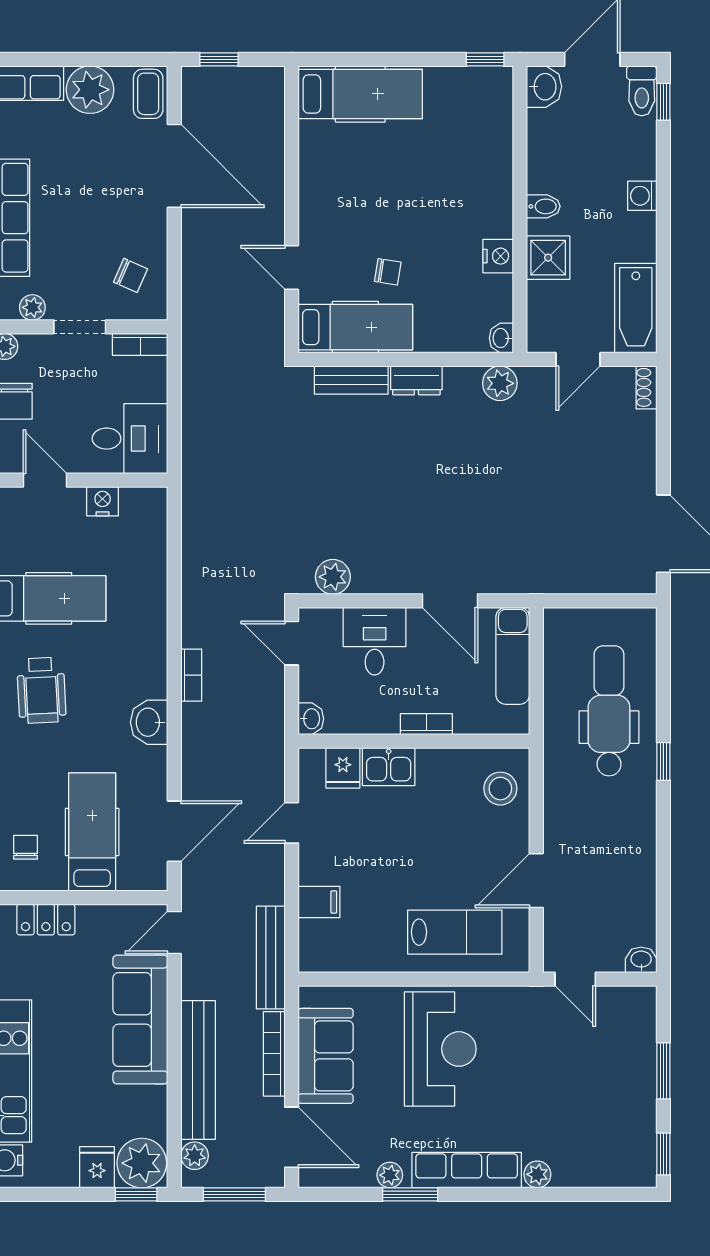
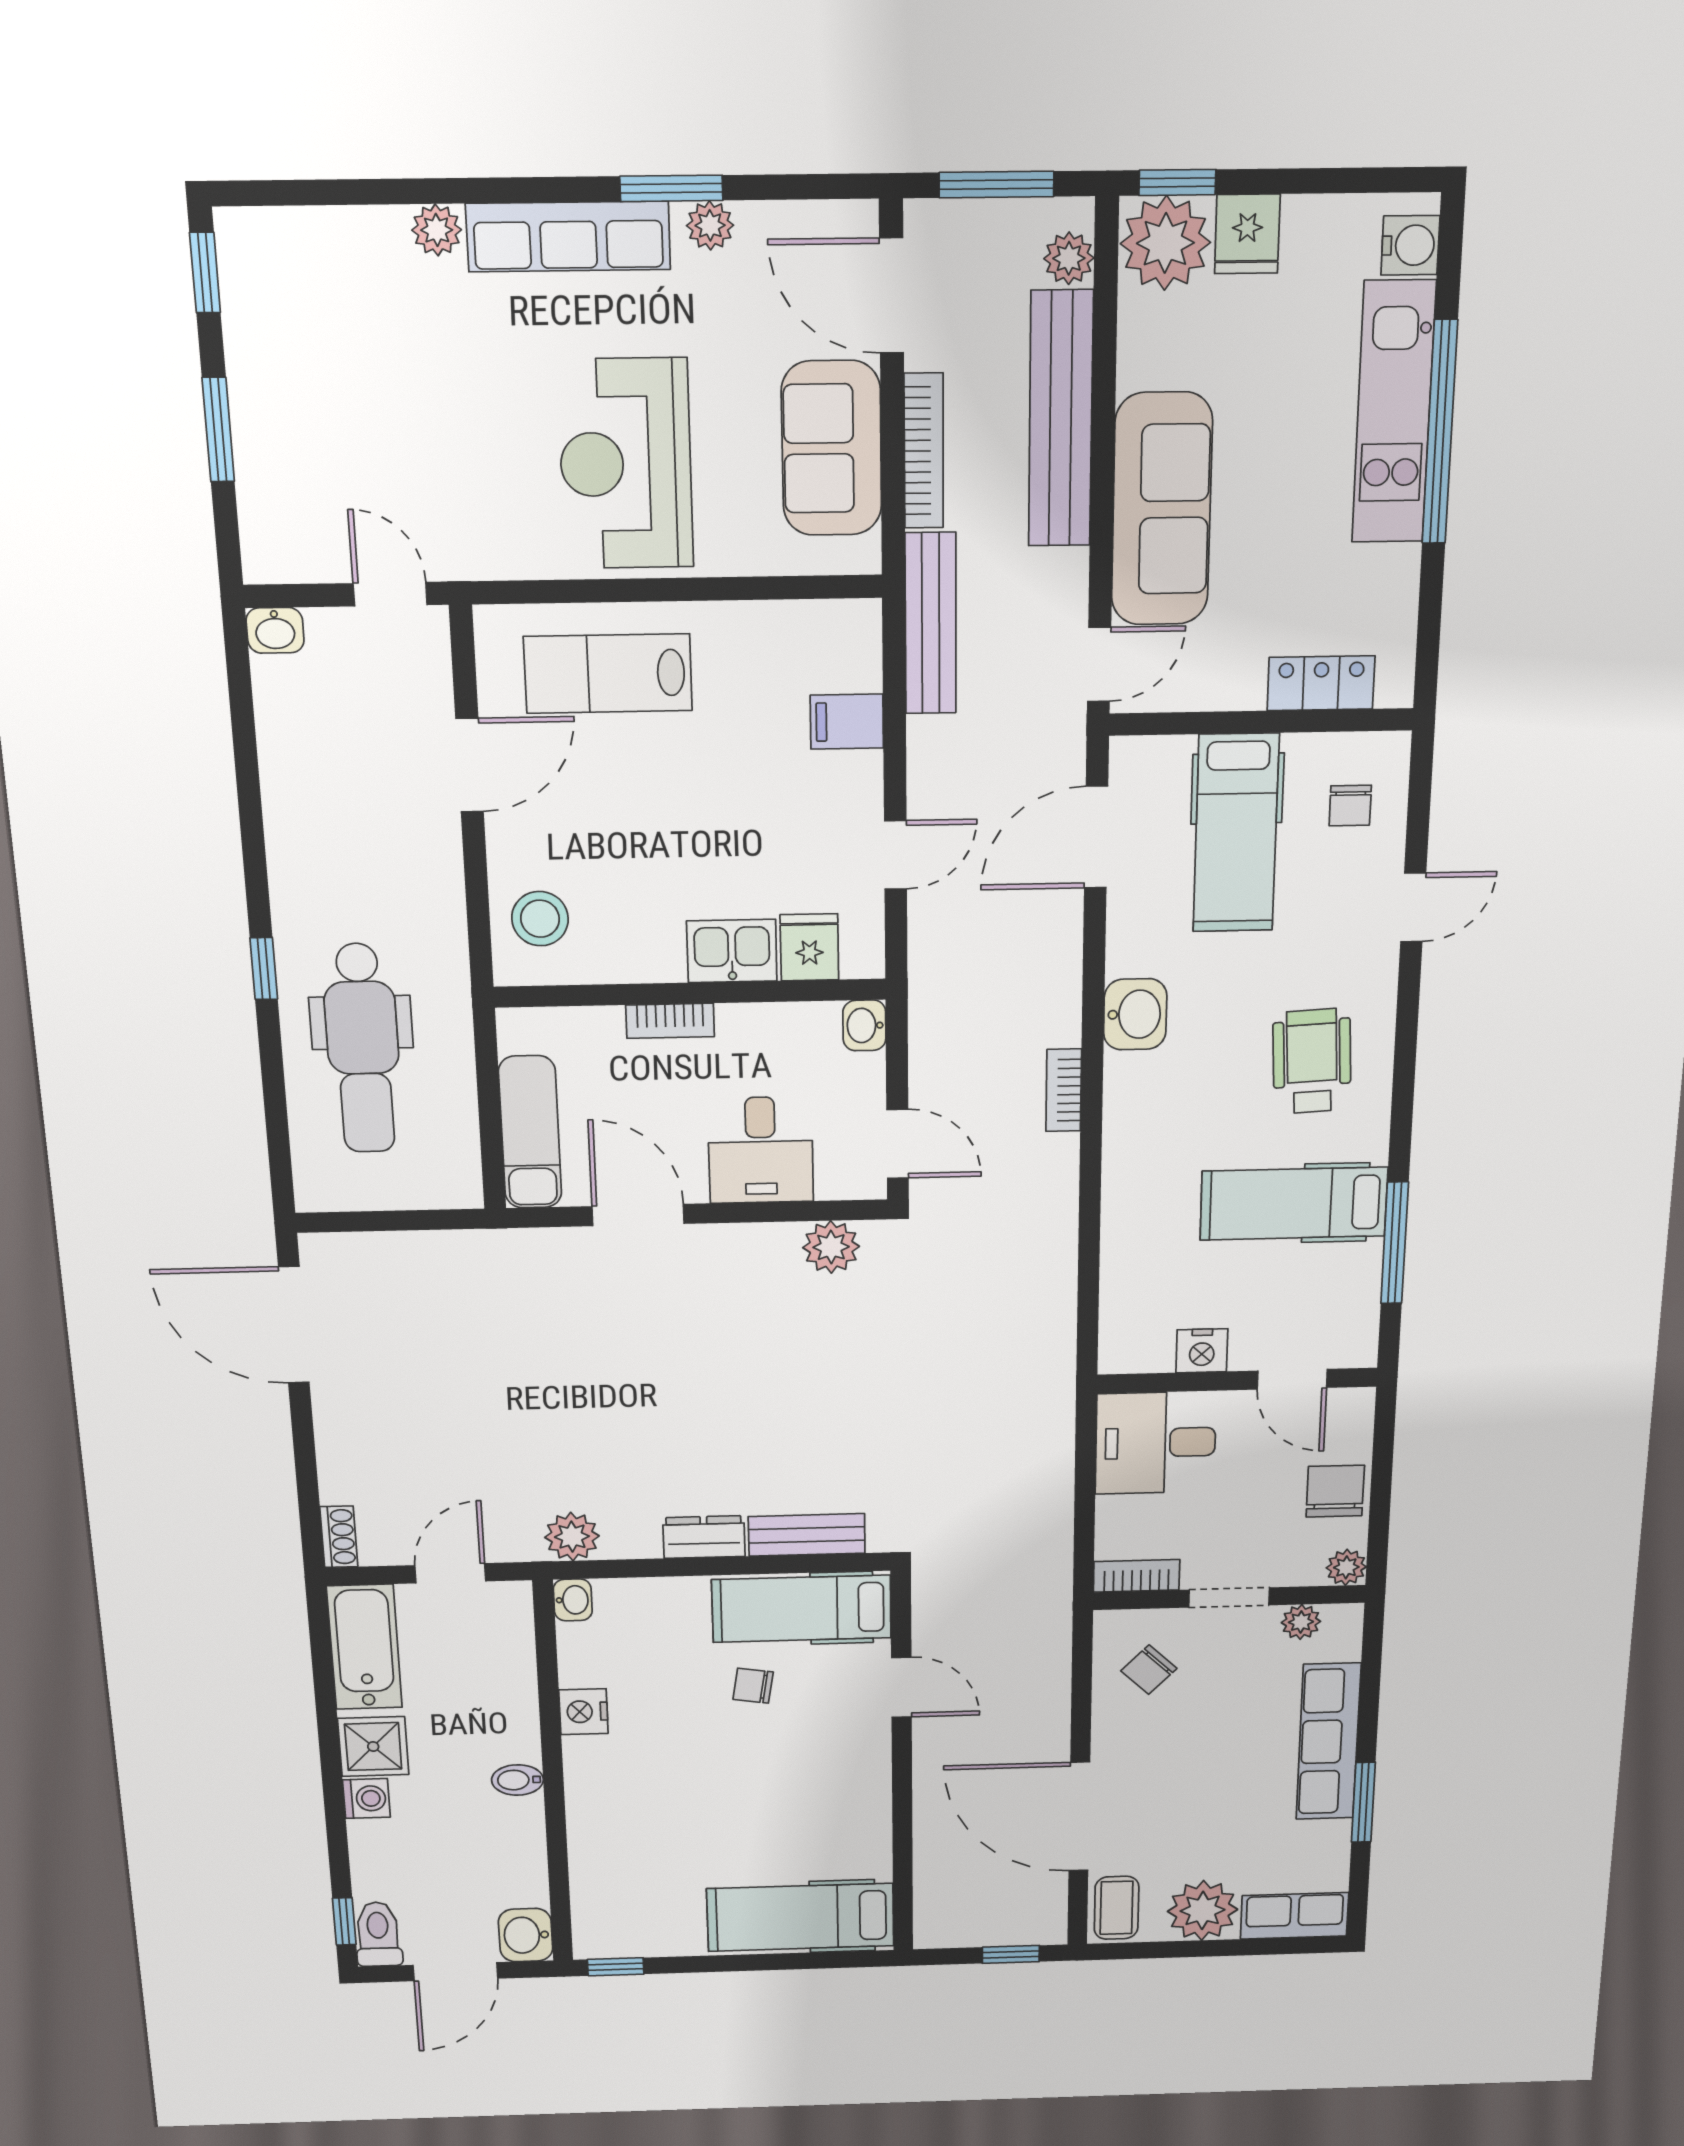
shower: (548, 258) -> (373, 1747), moved
chair: (131, 275) -> (1149, 1670), turned -70

